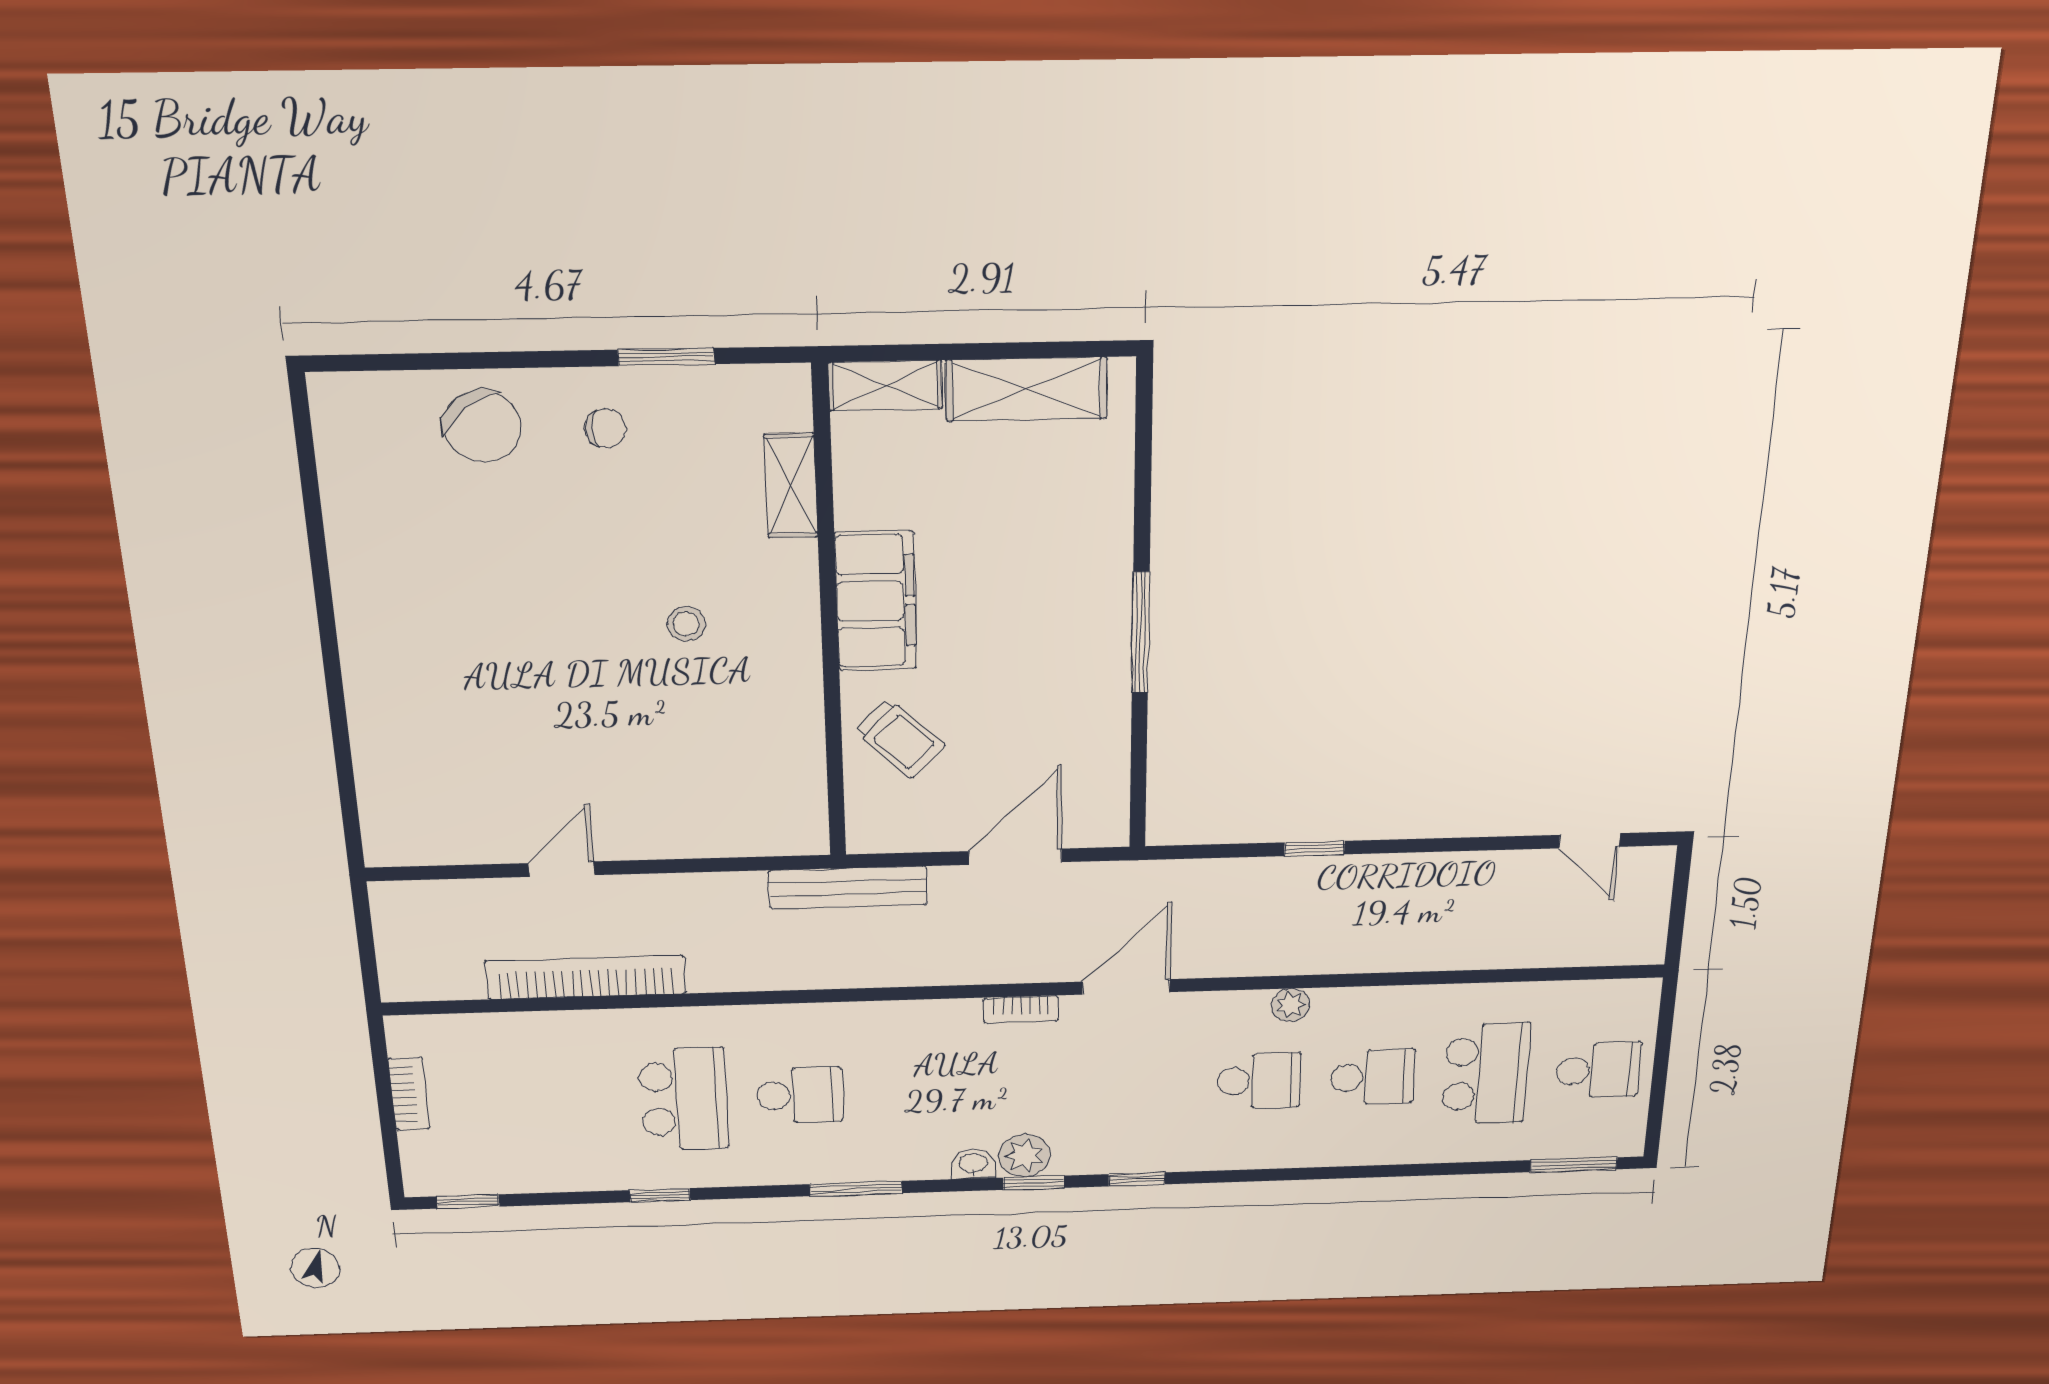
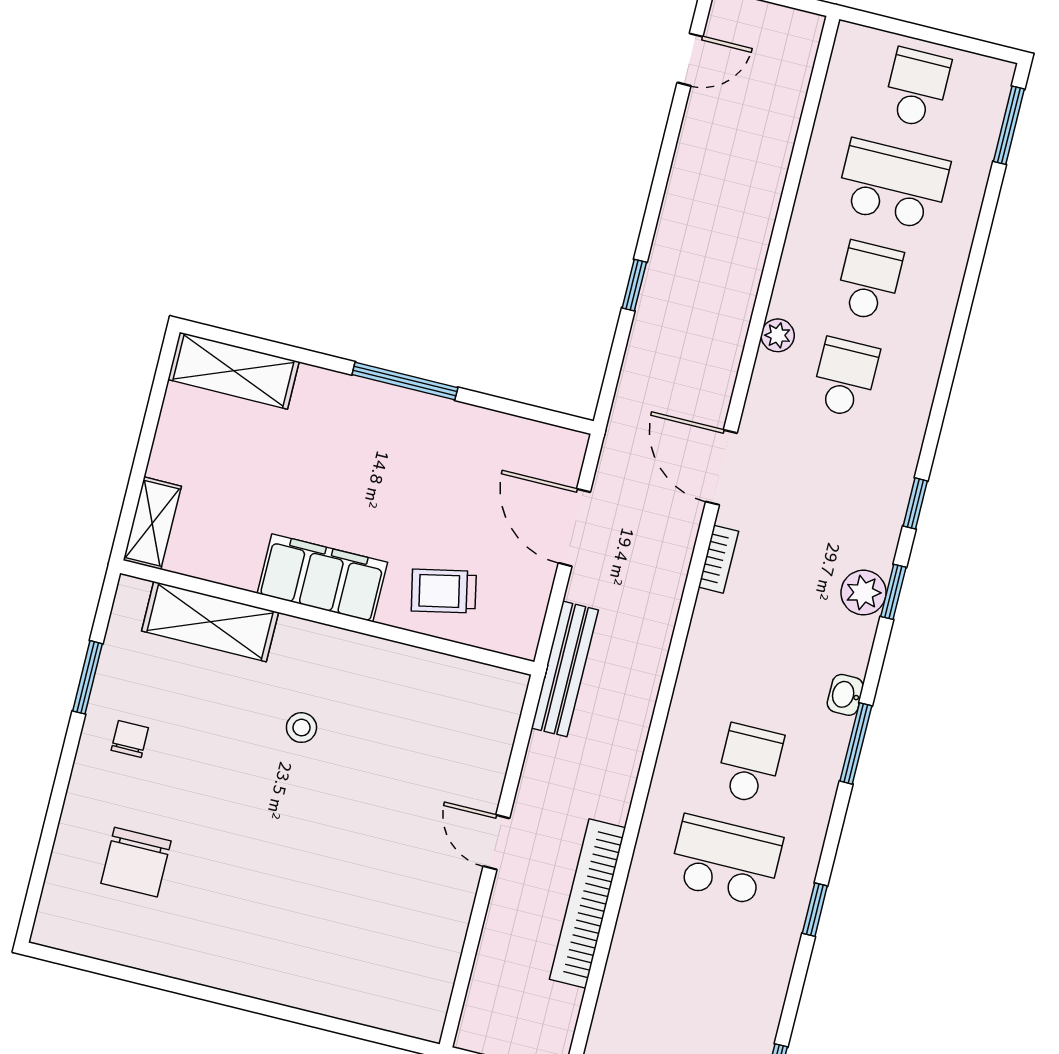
shelving: (1027, 389) -> (234, 371), moved, turned 90
chair: (482, 426) -> (136, 862), moved, turned 127
shelving: (791, 486) -> (210, 622), width x1.50, depth x1.33
trolley: (900, 738) -> (444, 591), turned -146
door: (561, 869) -> (496, 842), moved
washbasin: (973, 1164) -> (845, 695), moved

